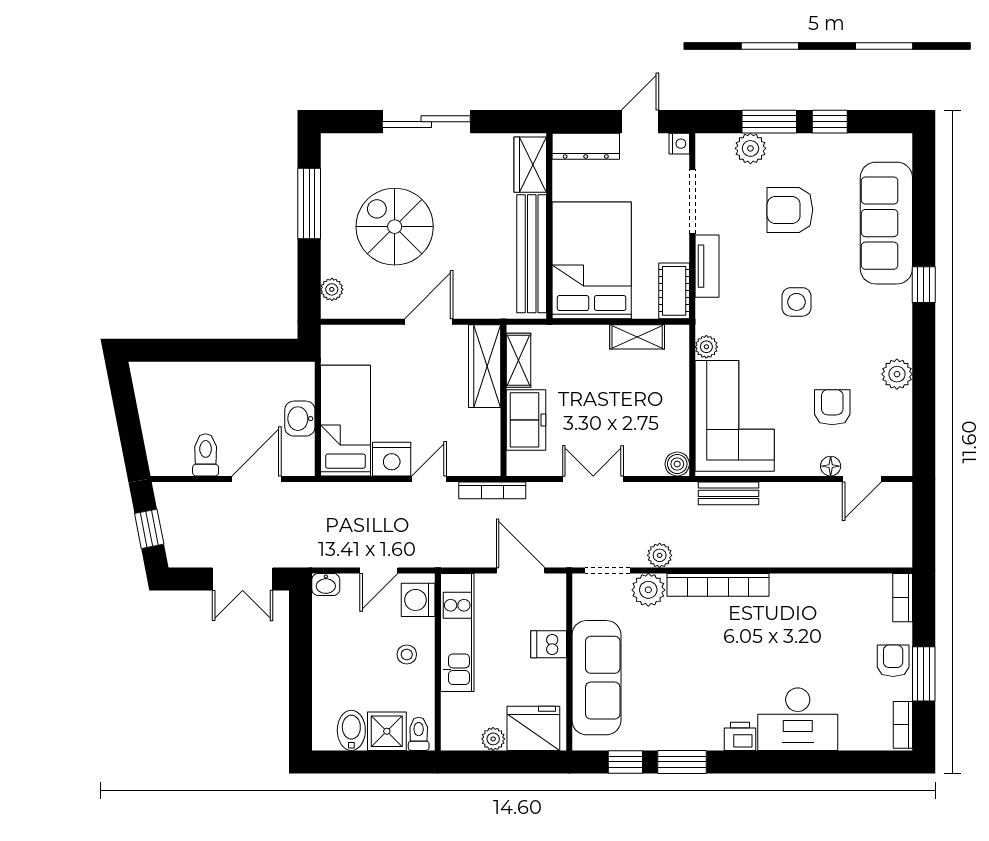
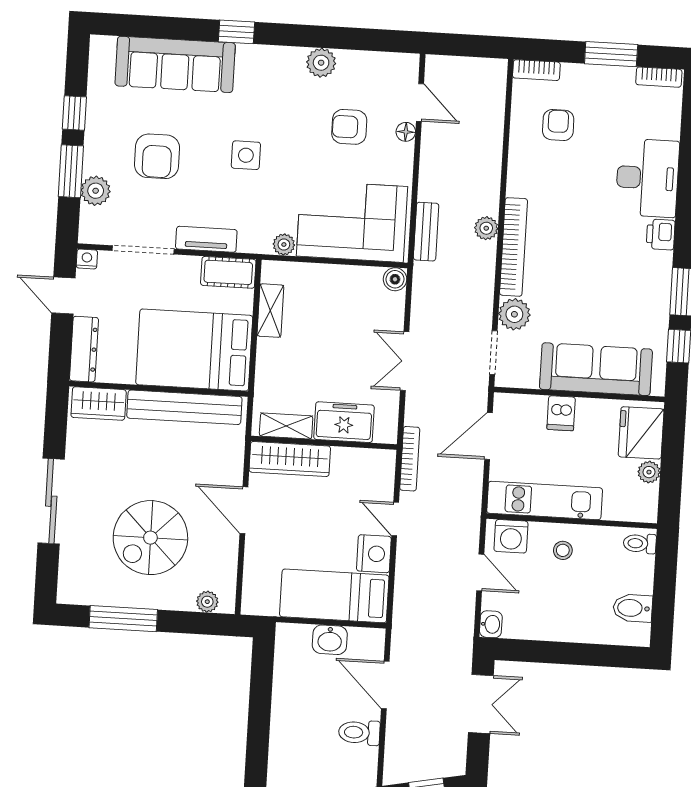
plant: (660, 555) -> (486, 228), moved
armchair: (893, 661) -> (558, 125), moved, turned 90
shower: (387, 731) -> (636, 574), removed

